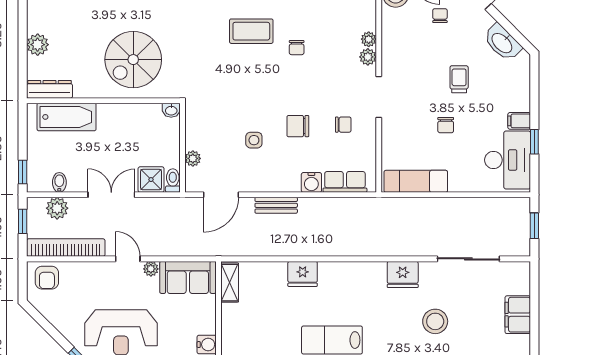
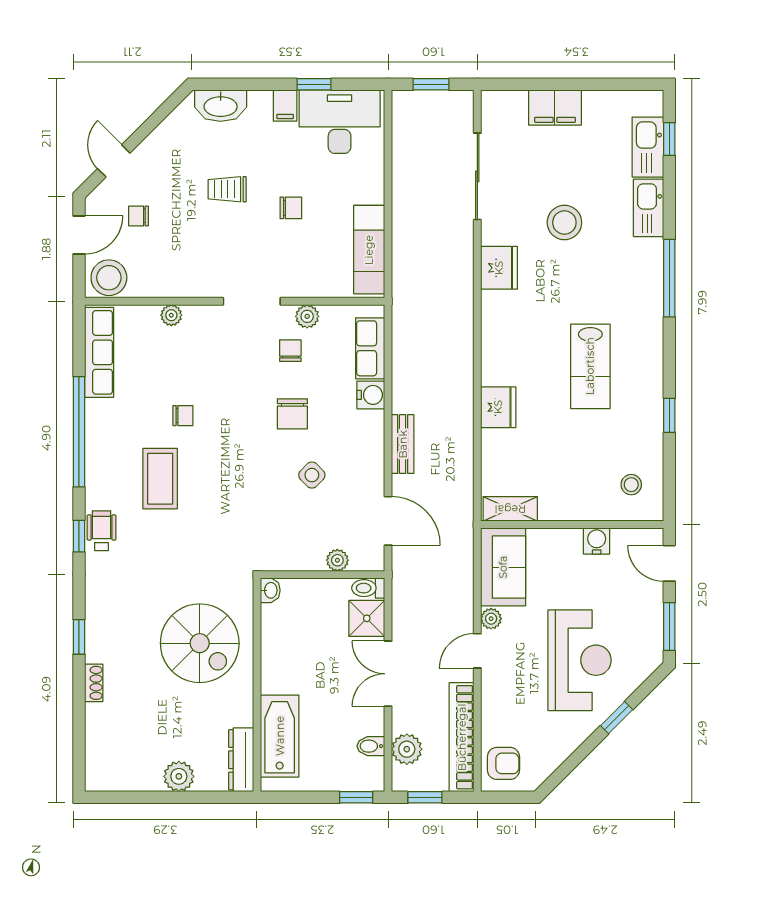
washbasin: (502, 43) -> (221, 106), moved, turned 45
plant: (368, 57) -> (307, 316), moved
side table: (254, 140) -> (312, 475), turned 45

